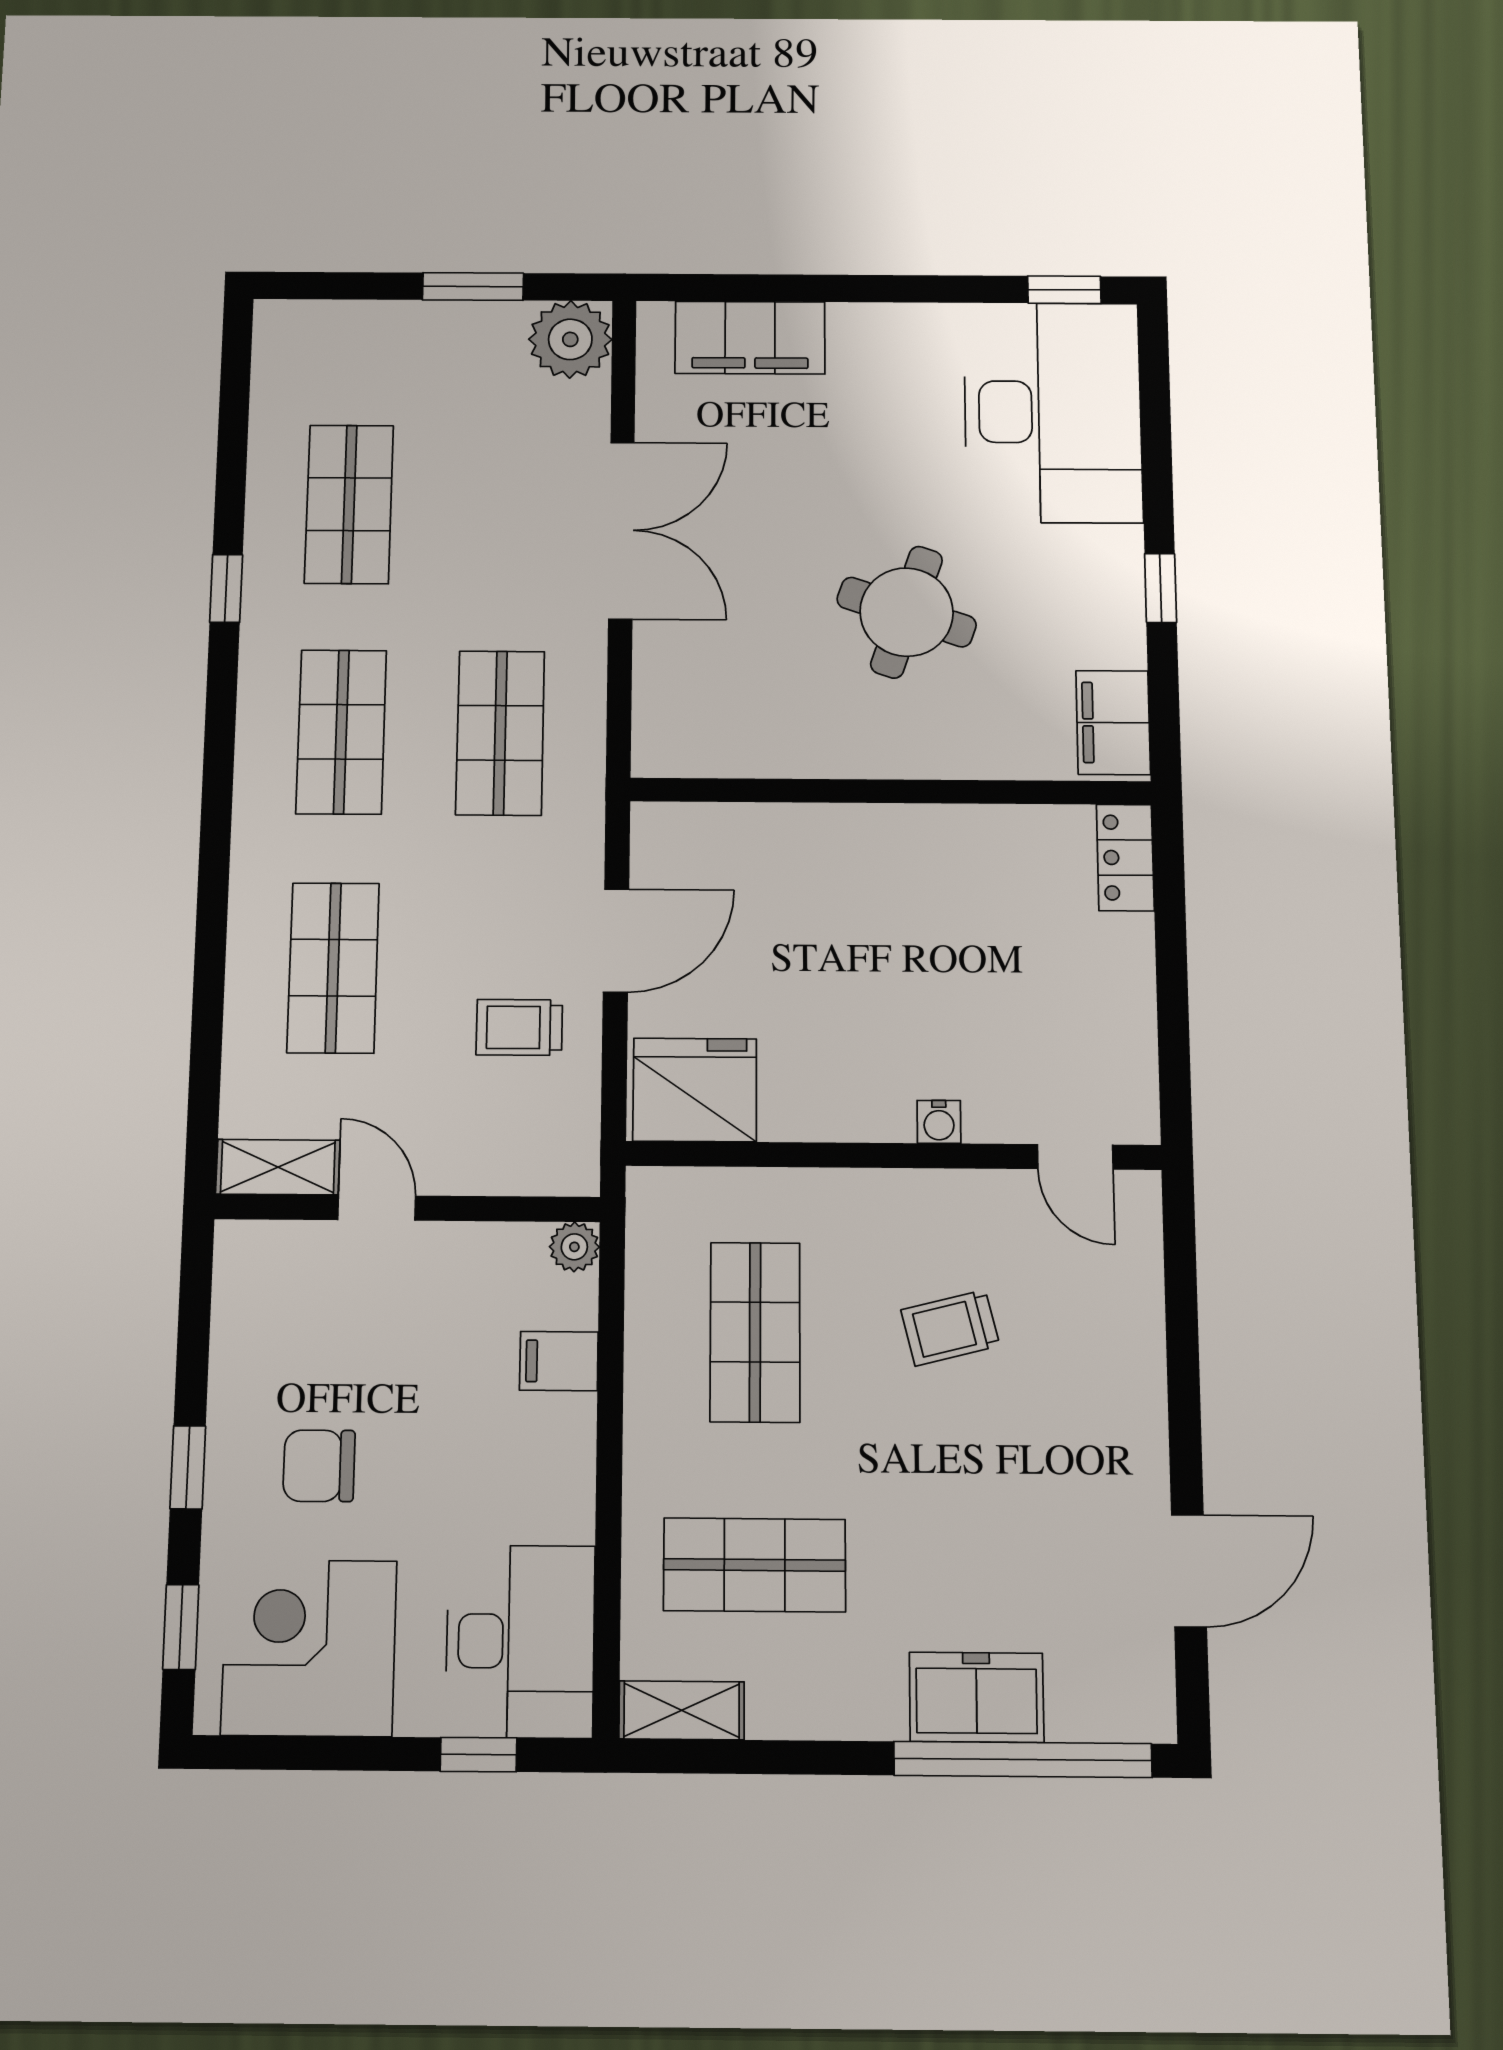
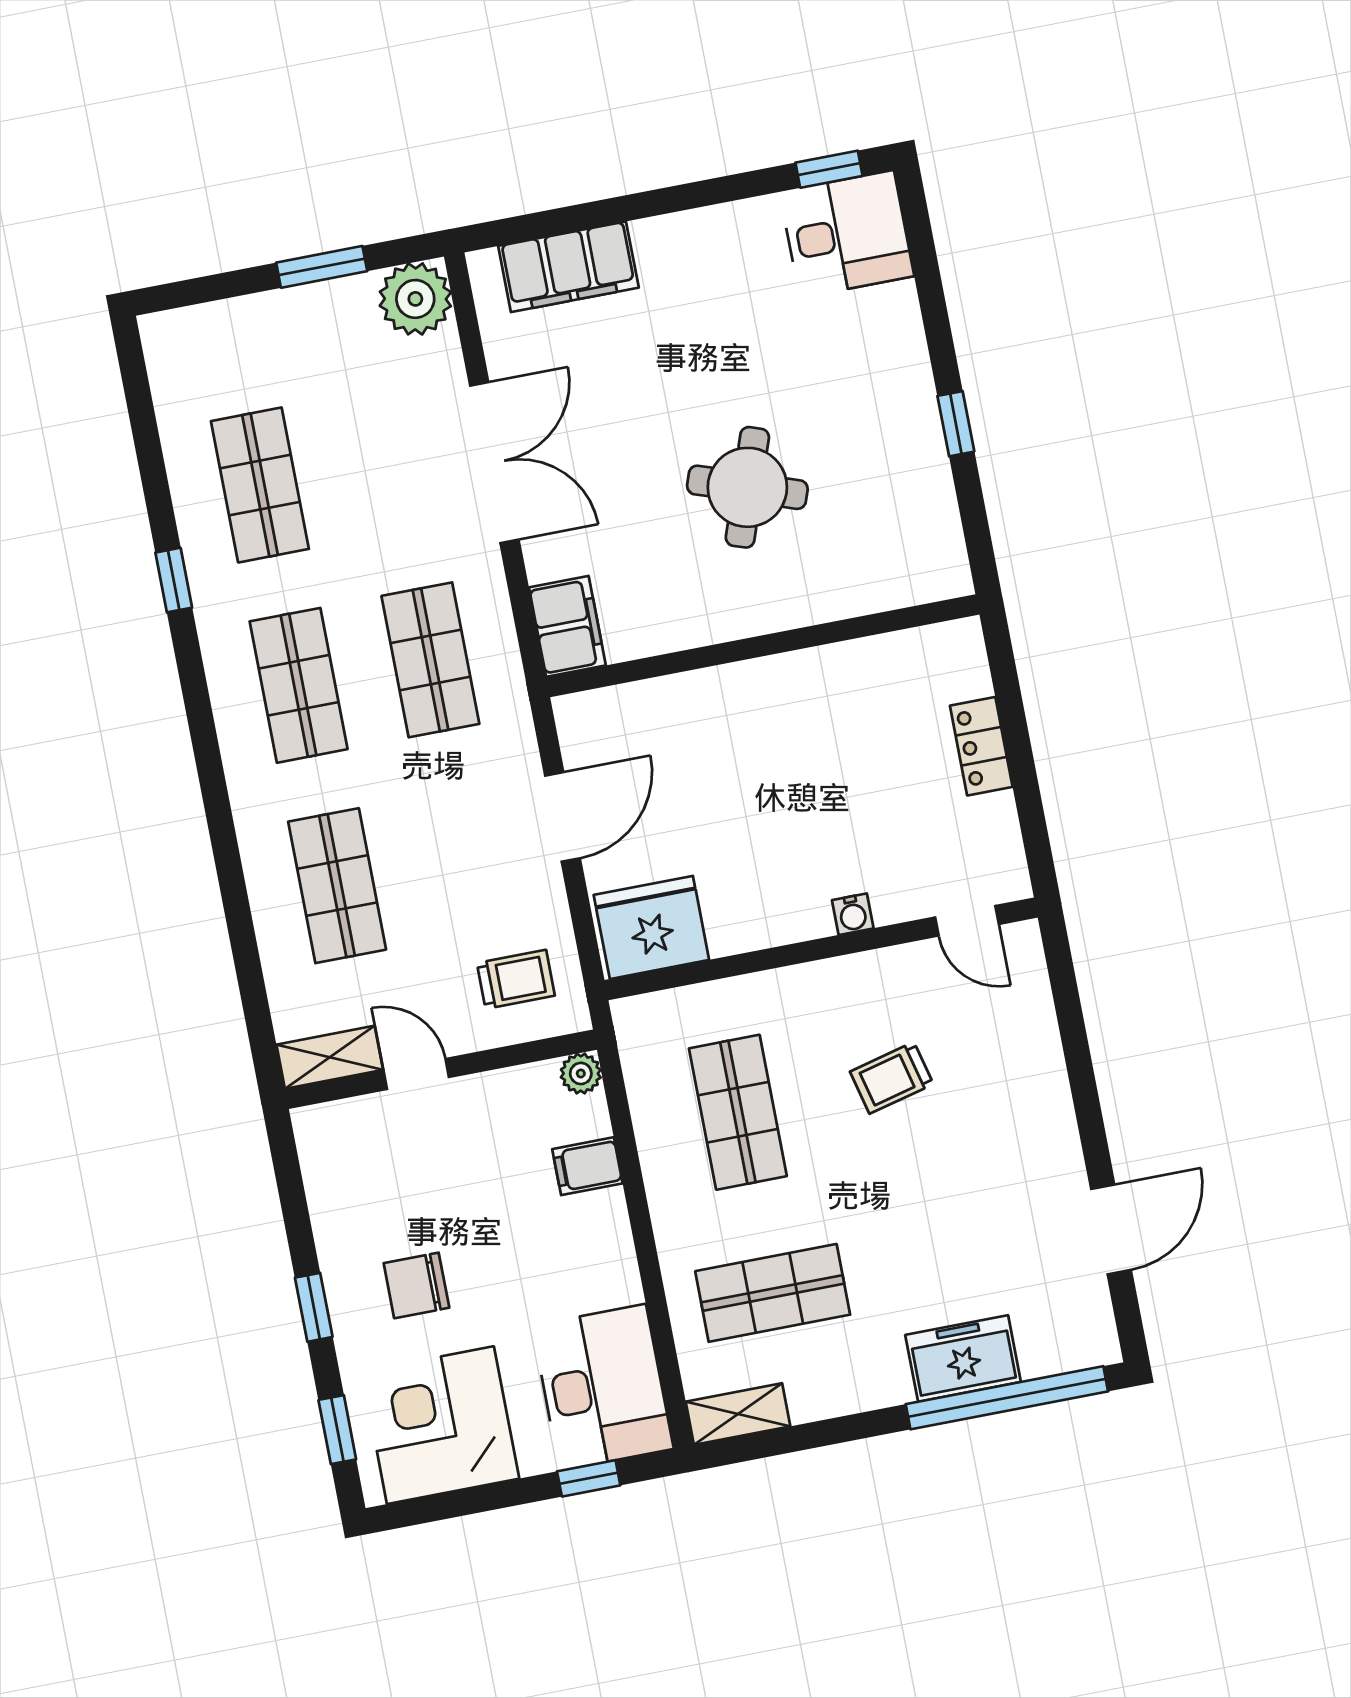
desk: (1053, 412) -> (847, 234), width x0.53, depth x0.77
filing cabinet: (1113, 723) -> (567, 626), moved, turned 180
locker: (1125, 858) -> (981, 746), moved
trolley: (519, 1027) -> (516, 979), moved, turned 180

